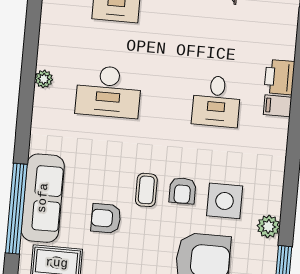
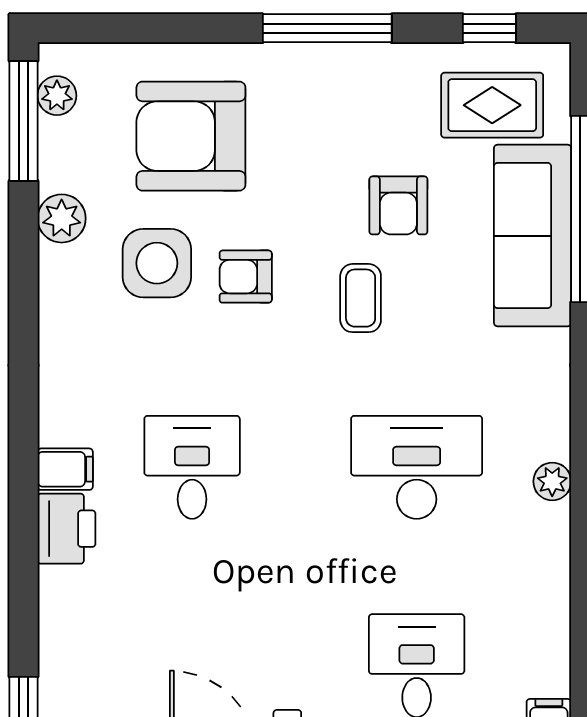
coffee table: (146, 190) -> (361, 298), moved
armchair: (182, 191) -> (246, 277), turned -90
armchair: (106, 218) -> (398, 205), turned 90

